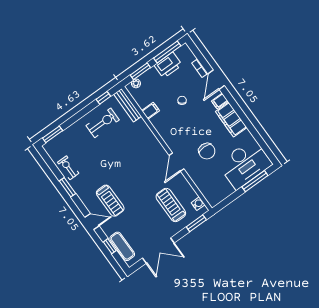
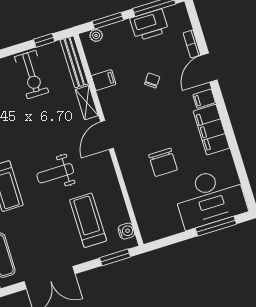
exercise bike: (103, 123) -> (32, 75), turned 90
shelving: (144, 129) -> (87, 103), added
door: (177, 162) -> (107, 135), moved
weight bench: (139, 182) -> (55, 173), added

